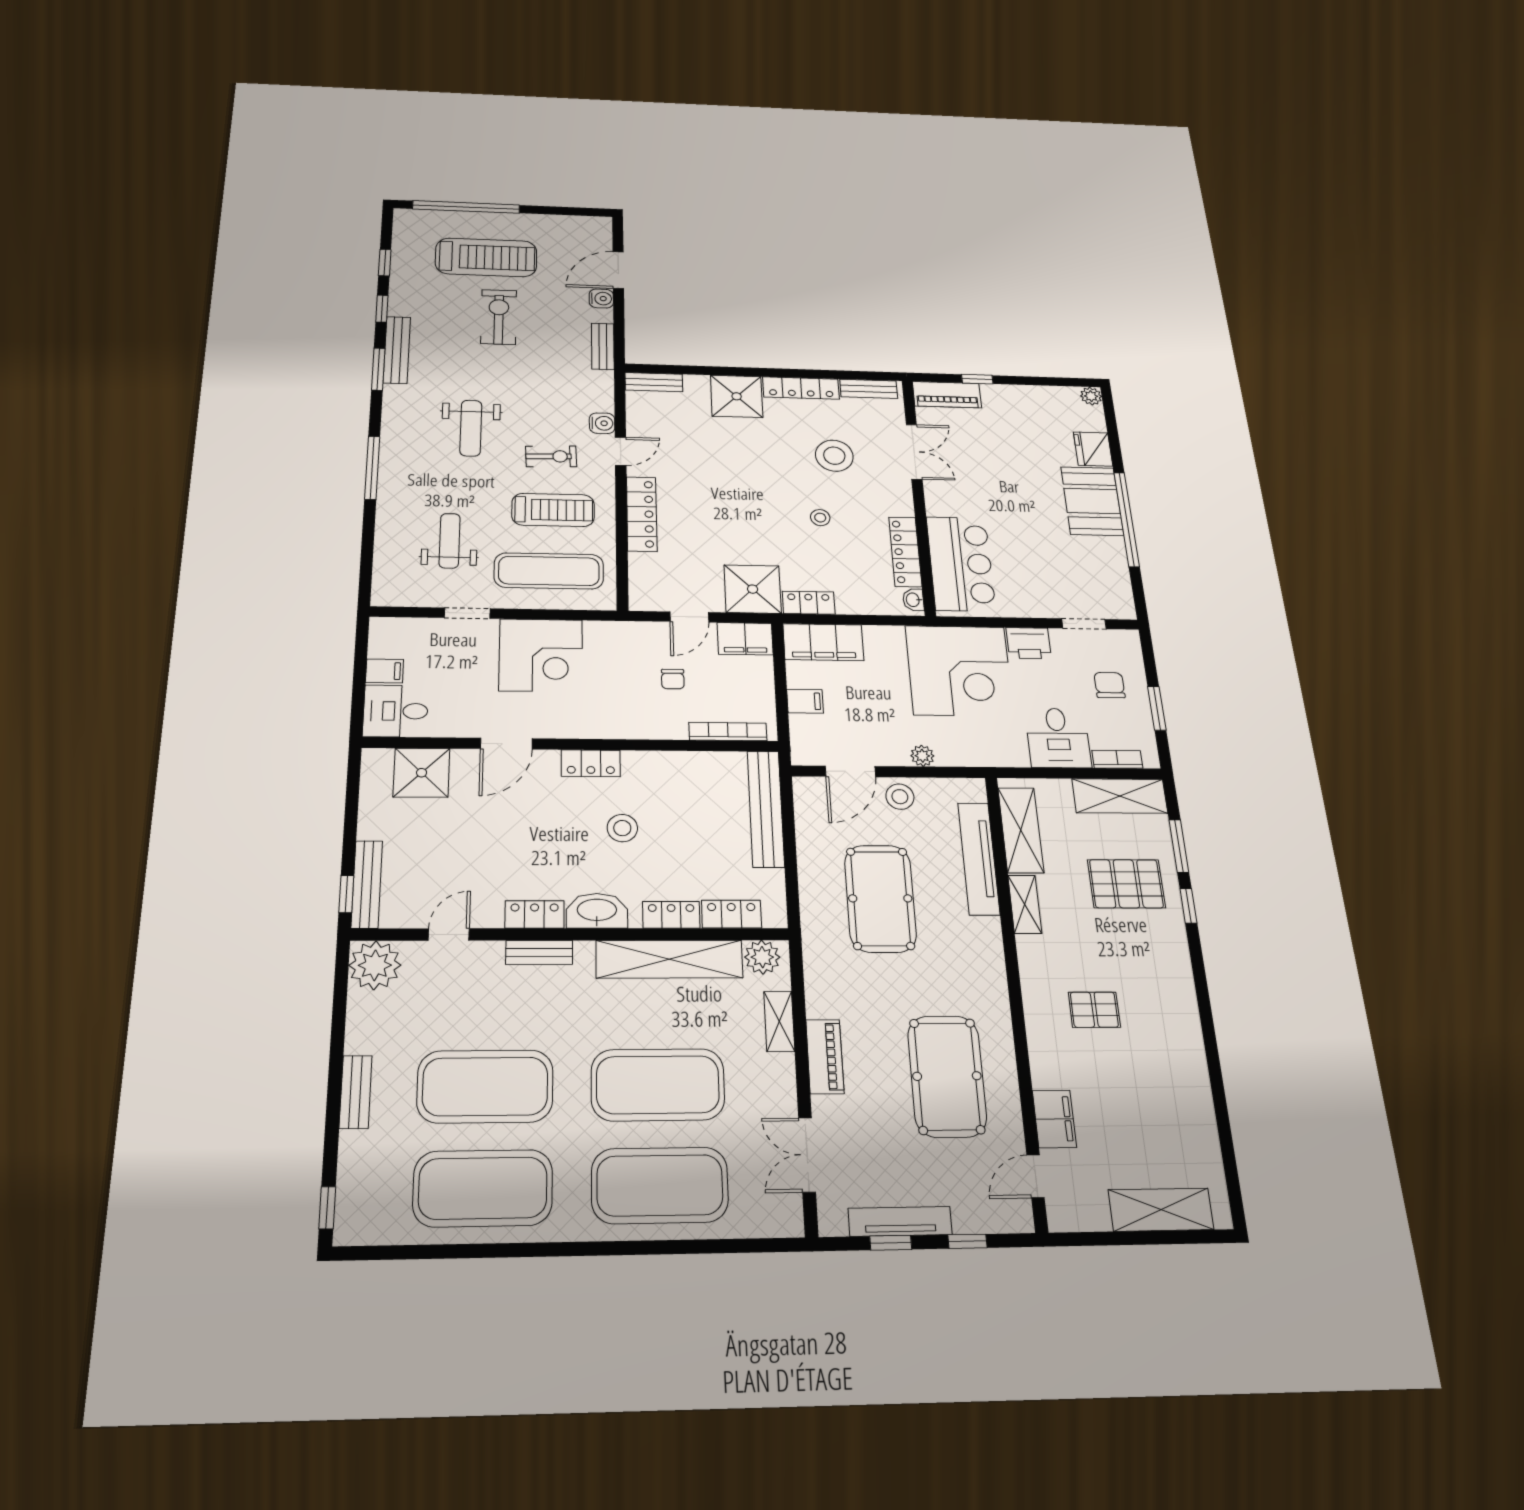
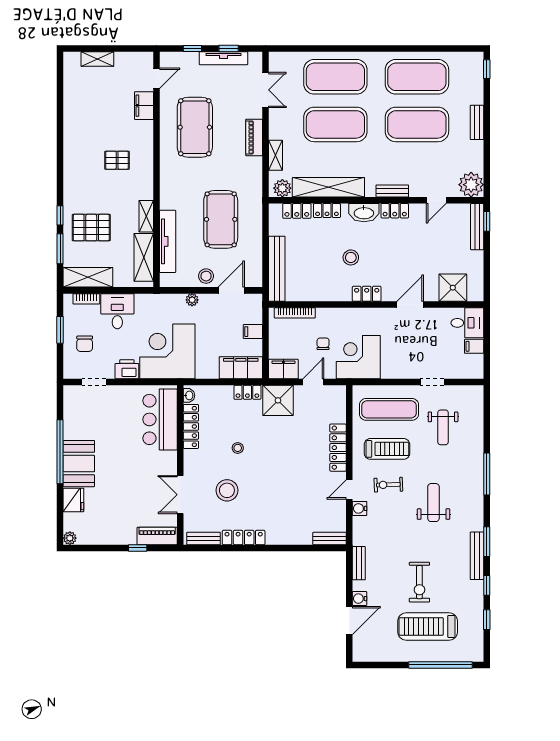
shower: (737, 396) -> (282, 530), removed
treadmill: (553, 510) -> (387, 449), turned 180
corner desk: (541, 655) -> (358, 357), moved
shelving: (1161, 1210) -> (97, 59), width x0.67, depth x0.75

